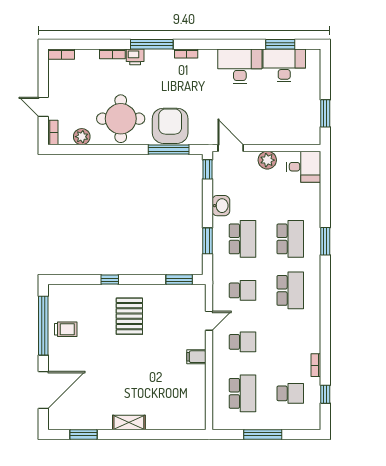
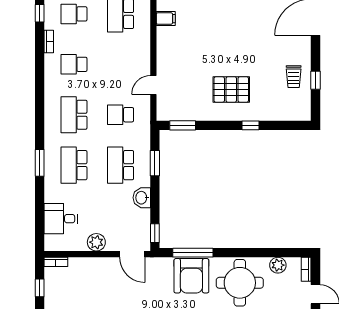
window: (325, 113) -> (40, 288), width x0.67
bookcase: (309, 140) -> (56, 262), added
desk: (304, 167) -> (61, 219), moved
pallet: (129, 316) -> (231, 90), turned 90
window: (43, 326) -> (315, 80), width x0.32
trolley: (66, 329) -> (294, 77), turned -90
school desk: (242, 342) -> (74, 64), moved
filing cabinet: (196, 357) -> (166, 19), moved

